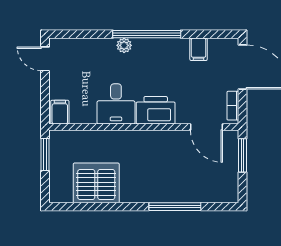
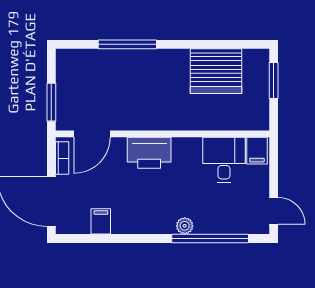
window: (147, 34) -> (210, 239), moved
desk: (116, 104) -> (224, 160), moved
door: (206, 127) -> (92, 134), swing flipped
window: (45, 155) -> (274, 81), moved

